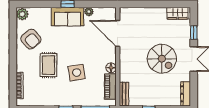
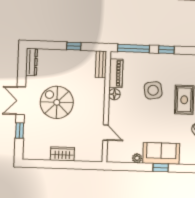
wardrobe: (177, 13) -> (62, 154), moved
door: (118, 33) -> (105, 133), width x0.53

